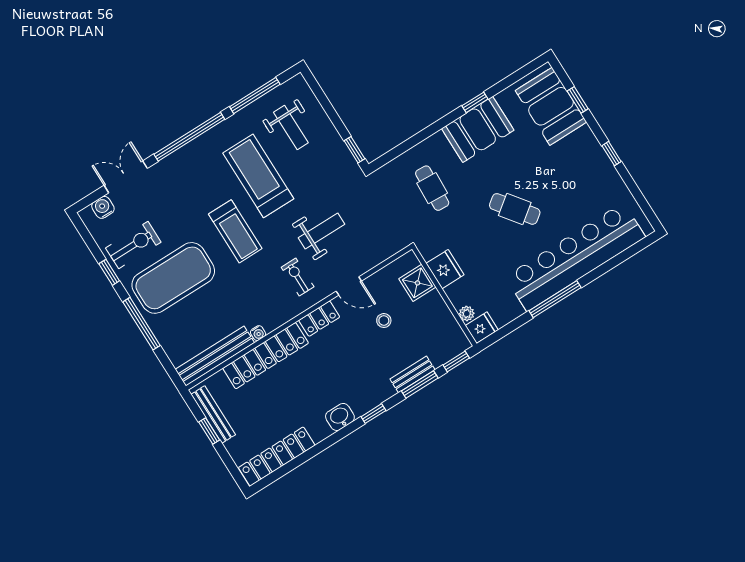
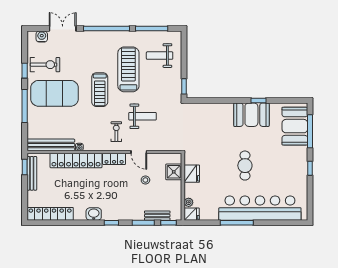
window: (578, 100) -> (310, 131), width x2.17
weight bench: (291, 127) -> (160, 56), turned 90
cafe table: (432, 188) -> (211, 130), removed
cafe table: (515, 209) -> (245, 166), turned 37
bench: (412, 374) -> (157, 216), moved
window: (209, 431) -> (25, 167), moved

